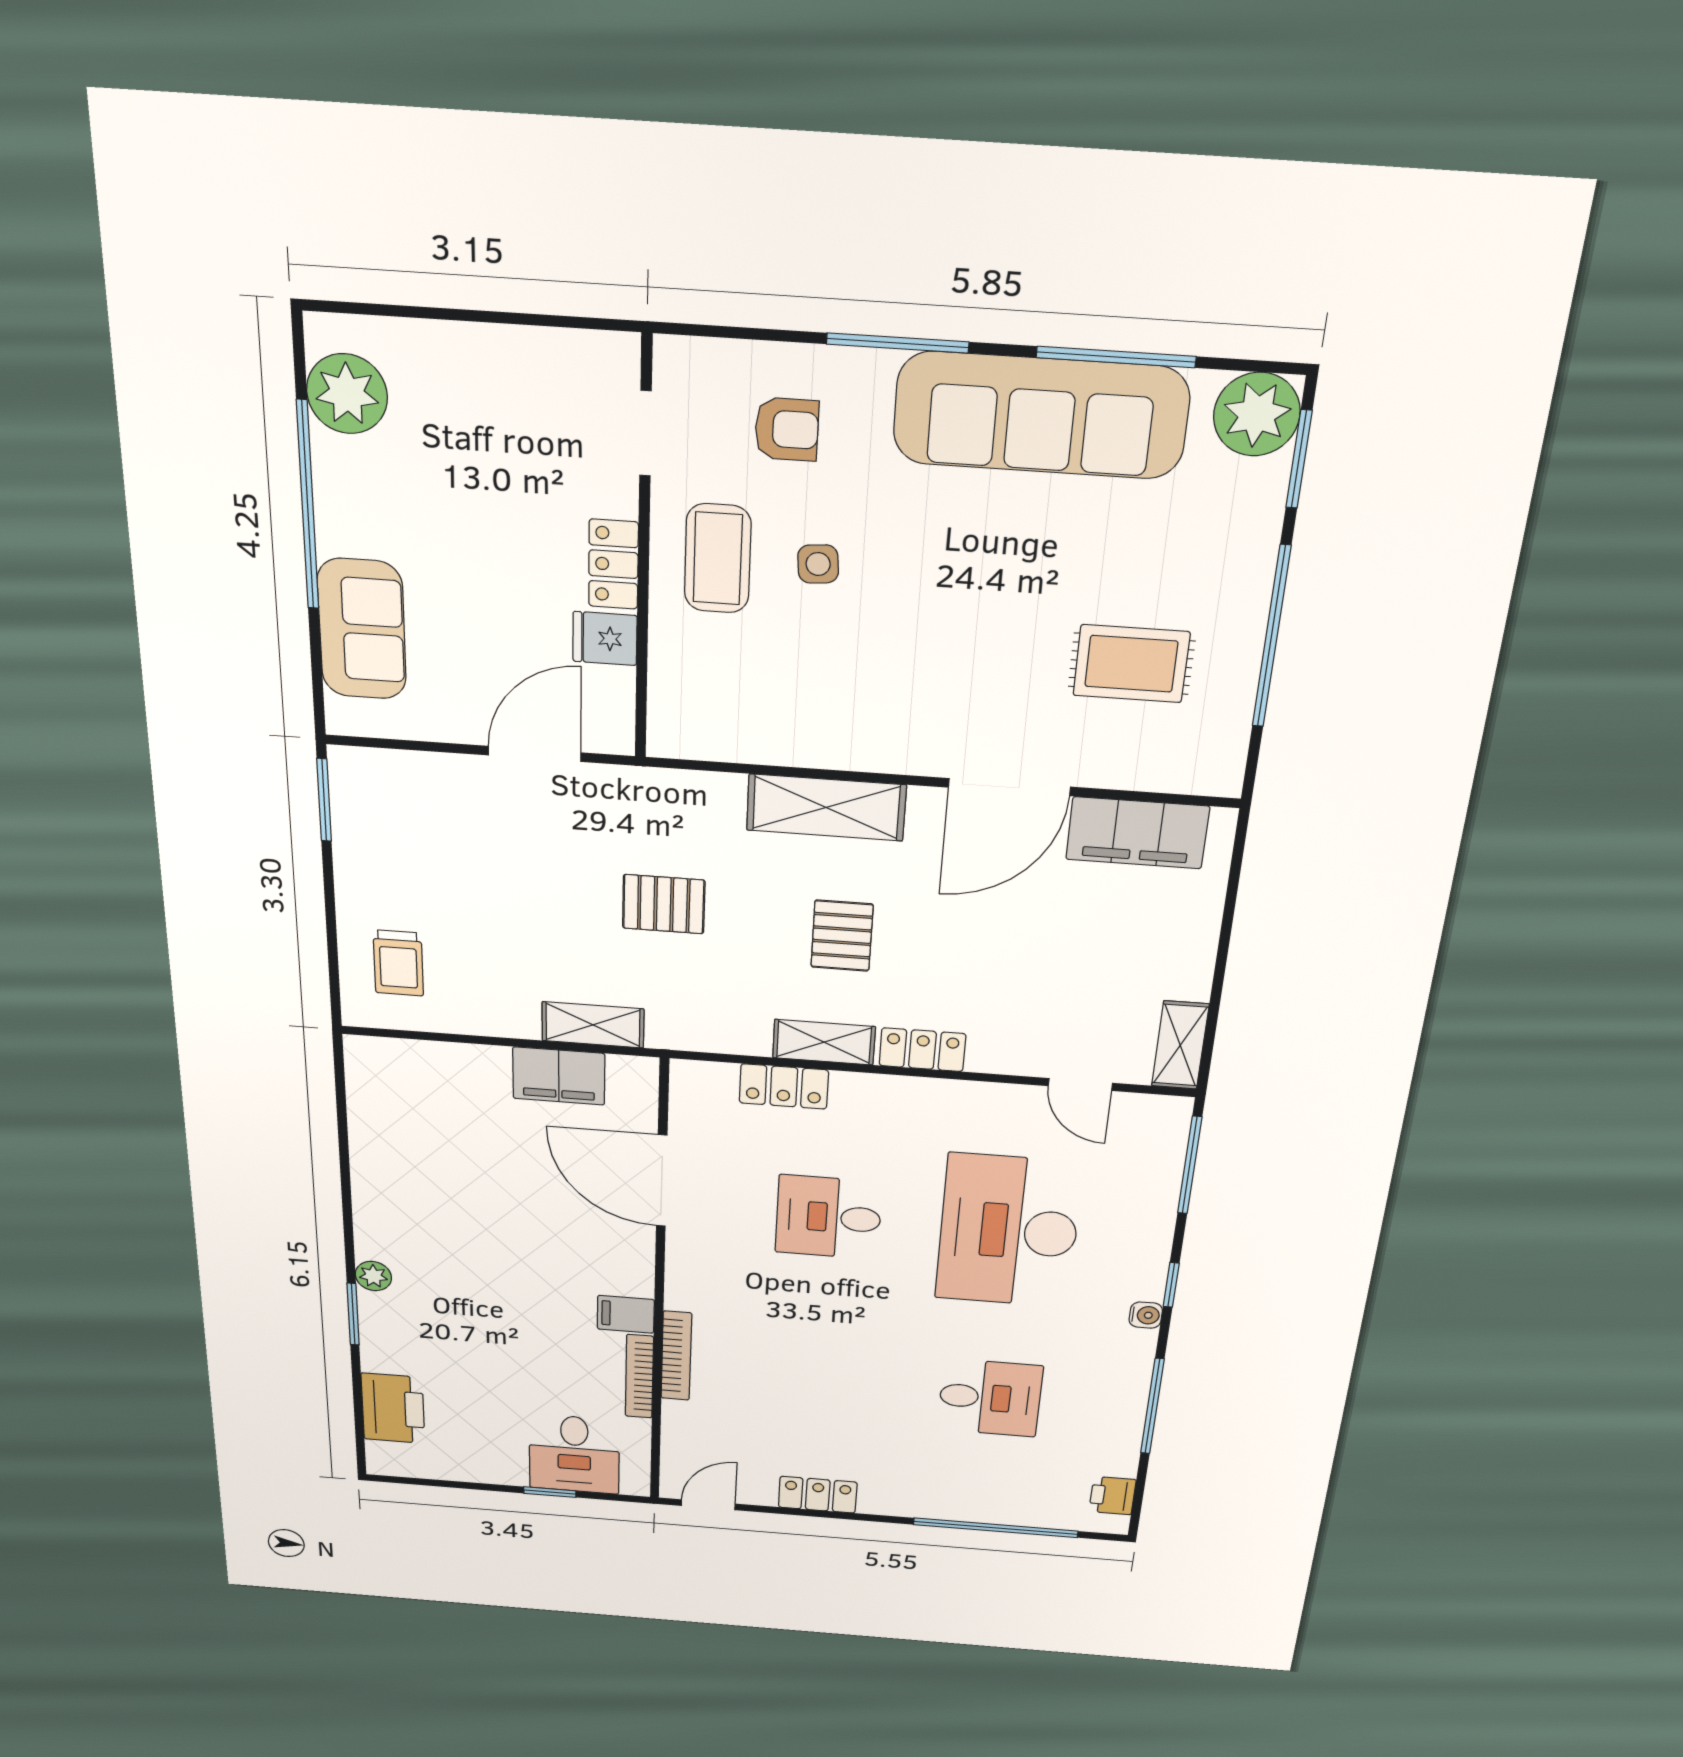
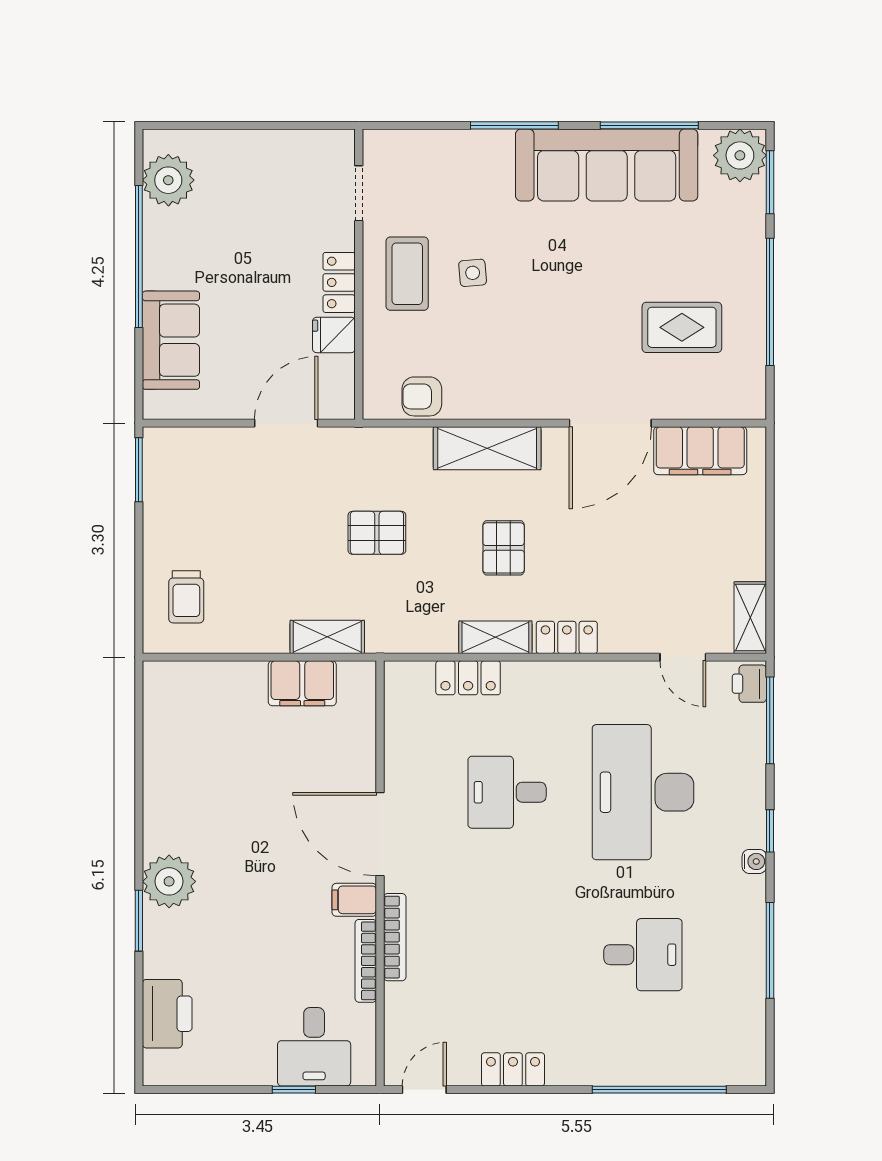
armchair: (787, 429) -> (422, 396), moved, turned 180
door: (662, 1181) -> (380, 834), moved
plant: (373, 1276) -> (169, 881), width x1.87, depth x1.87
printer: (1113, 1496) -> (749, 684), moved

